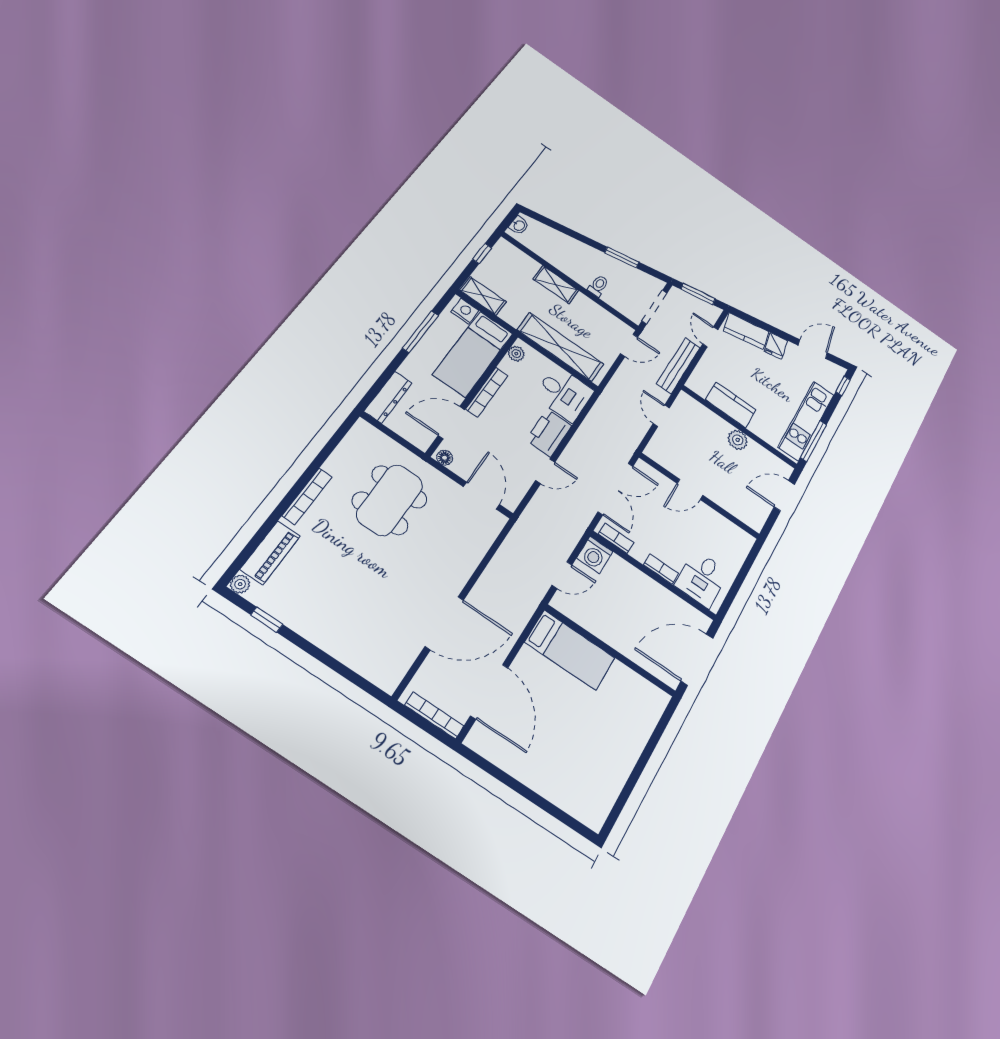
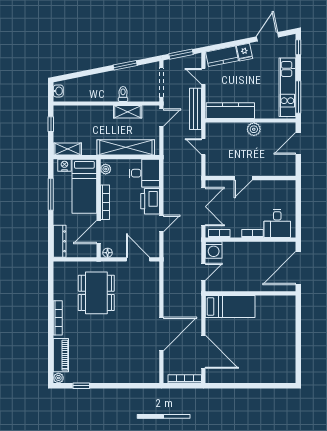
shelving: (556, 285) -> (128, 112), moved
kitchen counter: (731, 405) -> (230, 111), width x1.50

